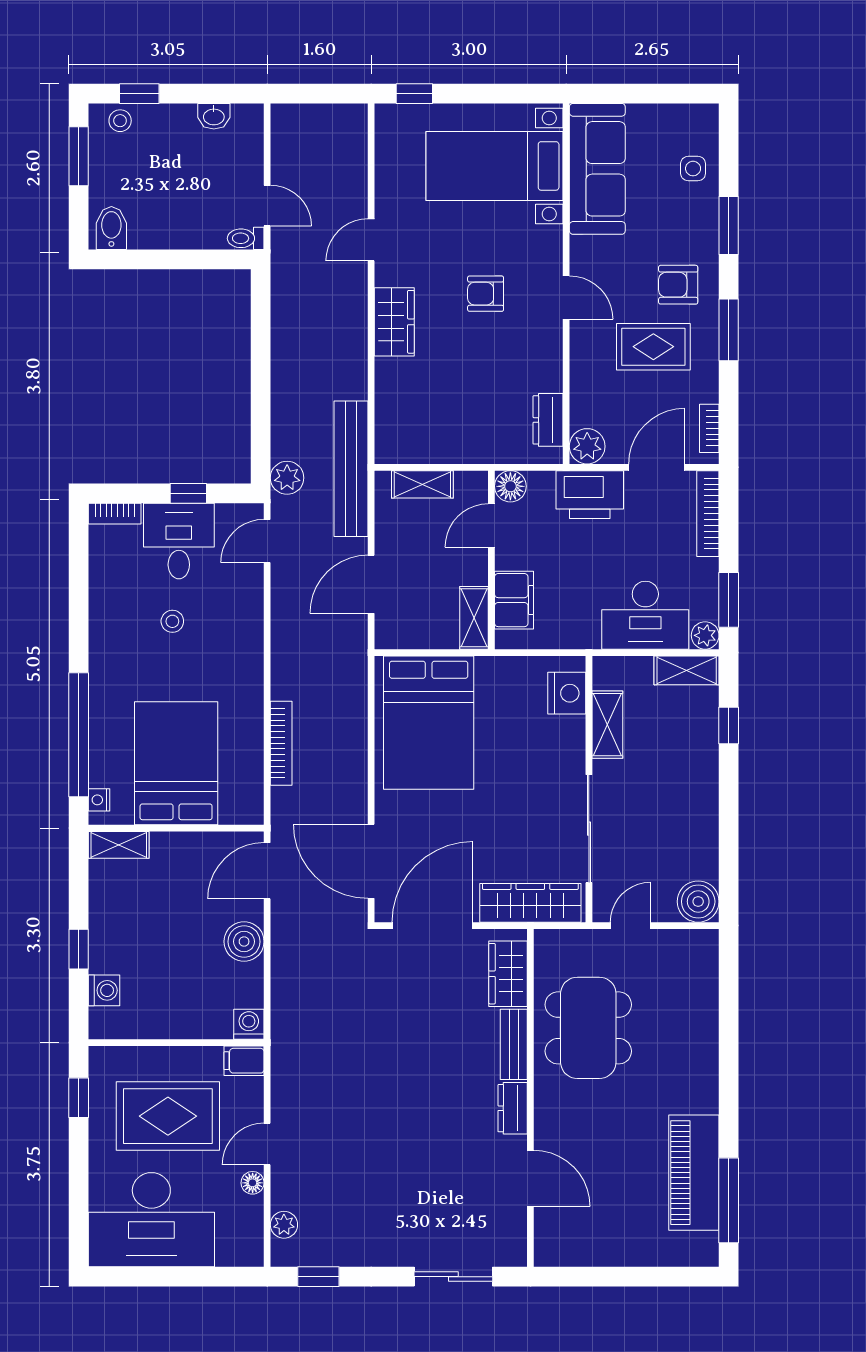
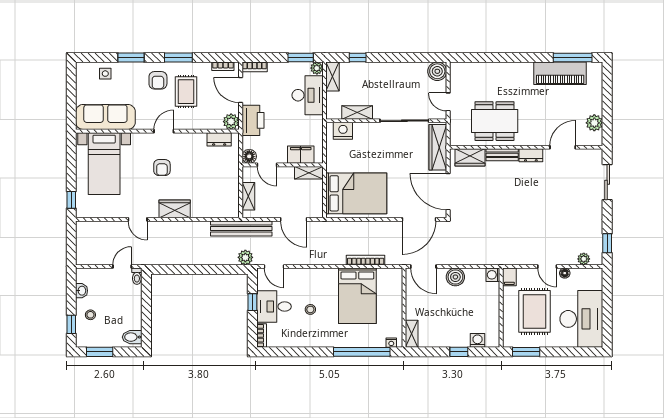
stool: (120, 121) -> (90, 315), moved
bookcase: (708, 514) -> (255, 67), width x0.64
bed: (176, 763) -> (357, 296), moved, turned -90
window: (79, 1098) -> (526, 352), width x1.50
plant: (584, 1248) -> (594, 123), added

